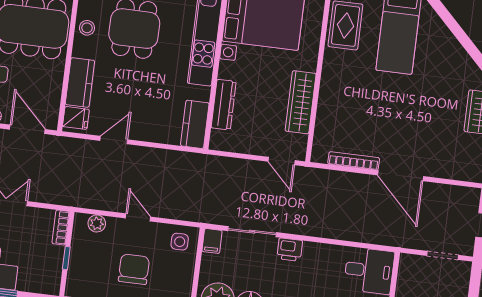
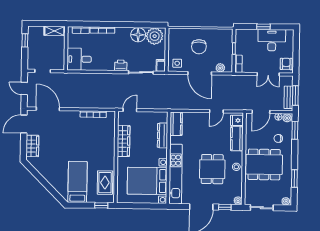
door: (27, 129) -> (261, 112), hinge flipped
door: (282, 161) -> (130, 110), hinge flipped
door: (400, 176) -> (48, 109), moved
door: (138, 217) -> (200, 73), width x1.87

